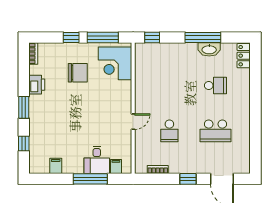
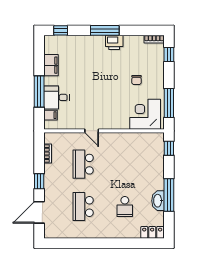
window: (71, 38) -> (169, 54), moved
chair: (78, 73) -> (137, 80), width x0.54, depth x0.54
printer: (37, 85) -> (114, 42), moved
window: (24, 107) -> (105, 30), width x1.44
school desk: (169, 131) -> (83, 164), width x1.85
window: (24, 143) -> (61, 30), moved
filing cabinet: (56, 166) -> (51, 65), width x2.00

